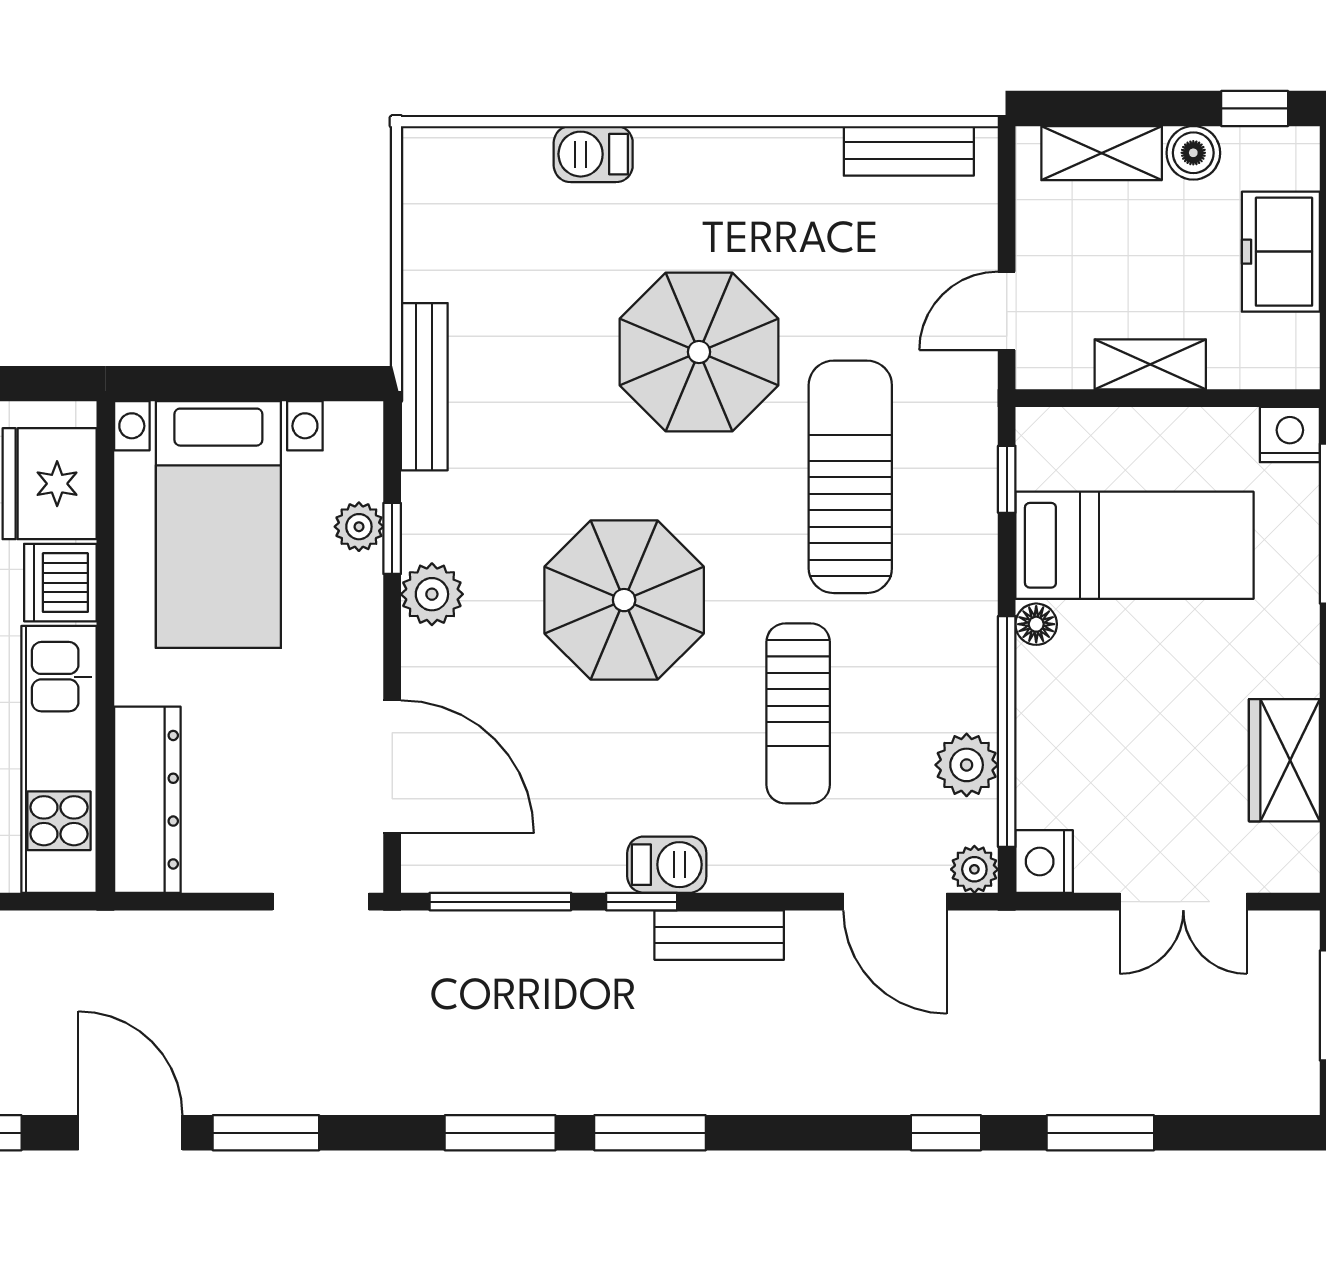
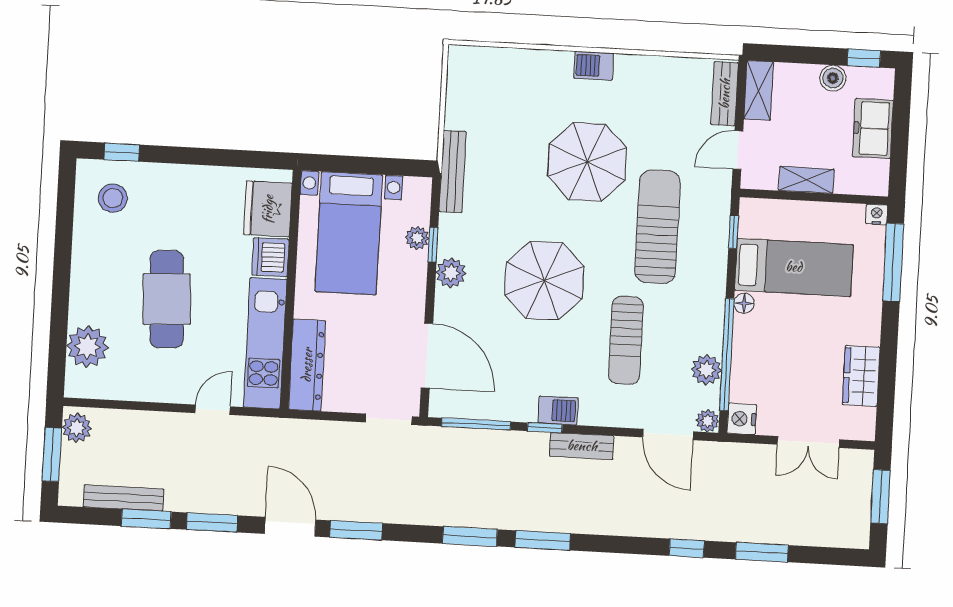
bench: (909, 151) -> (725, 94), moved, turned 90
shelving: (1102, 153) -> (759, 90), moved, turned 90
barbecue: (593, 154) -> (594, 66), moved
nightstand: (1290, 435) -> (877, 214), width x0.72, depth x0.74

